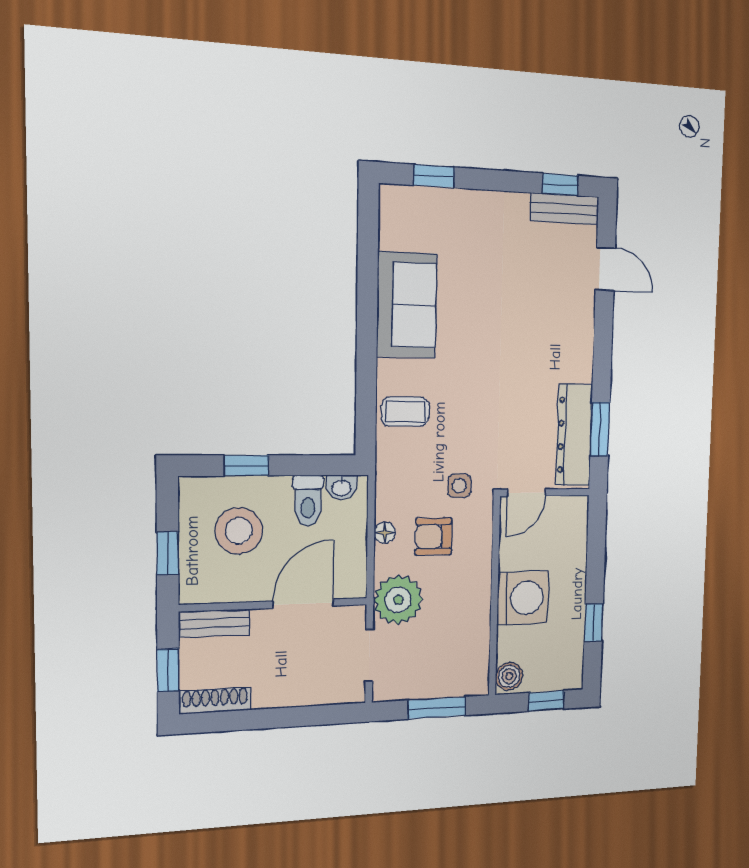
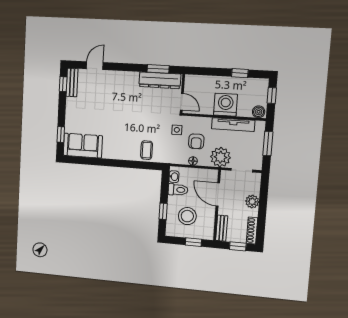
sofa: (407, 305) -> (83, 146), moved
tv unit: (478, 621) -> (233, 125), added
plant: (292, 691) -> (252, 202), added

